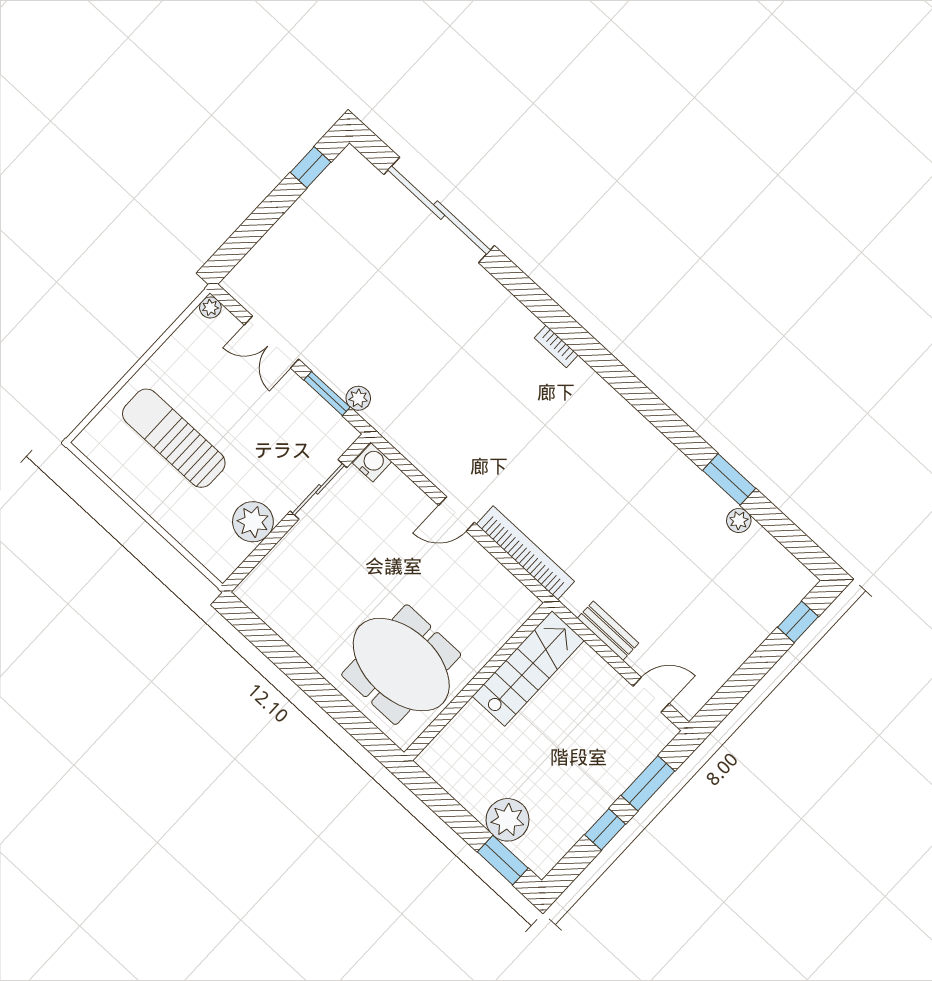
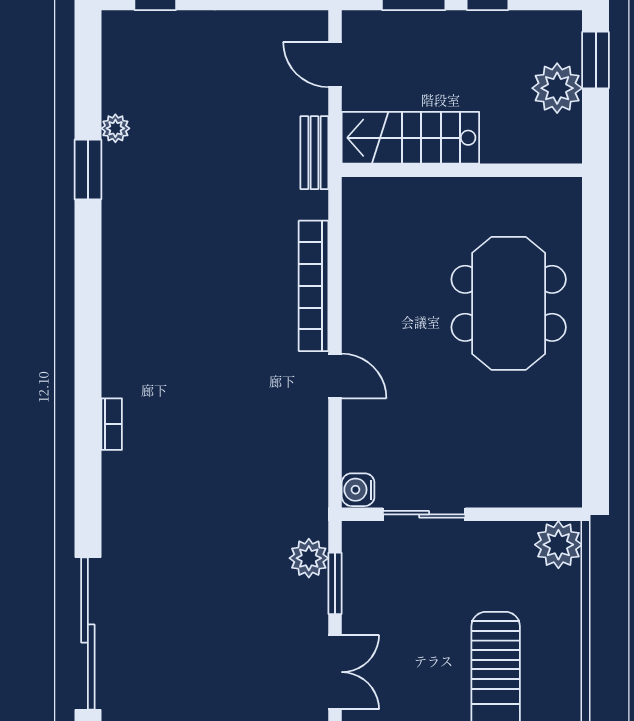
plant: (358, 398) -> (309, 558), width x1.38, depth x1.38
plant: (253, 522) -> (558, 545), moved
stairs: (528, 668) -> (410, 138), moved
wall: (478, 682) -> (462, 170), moved

